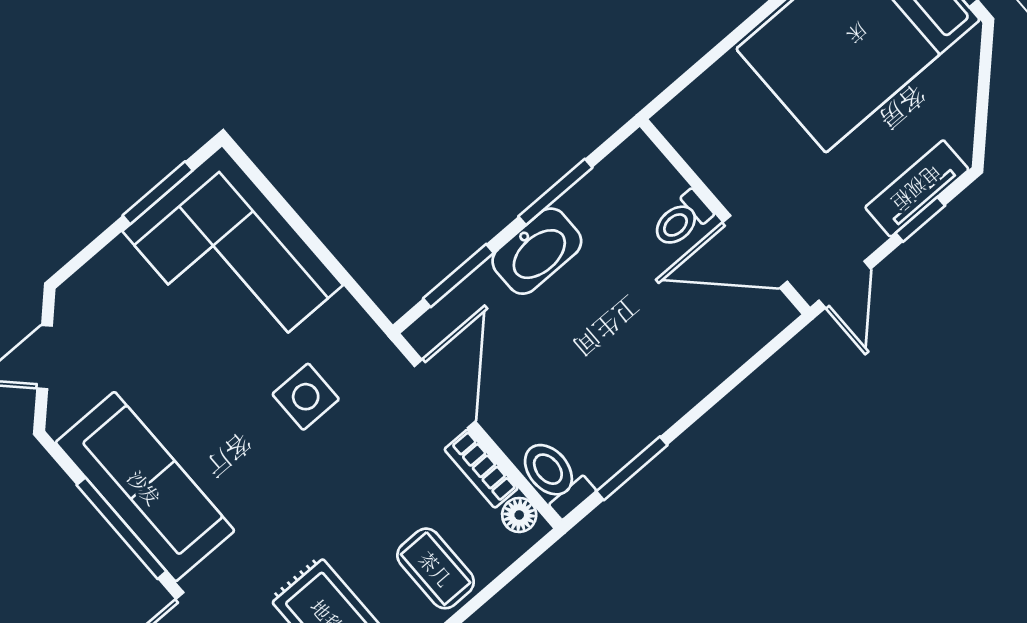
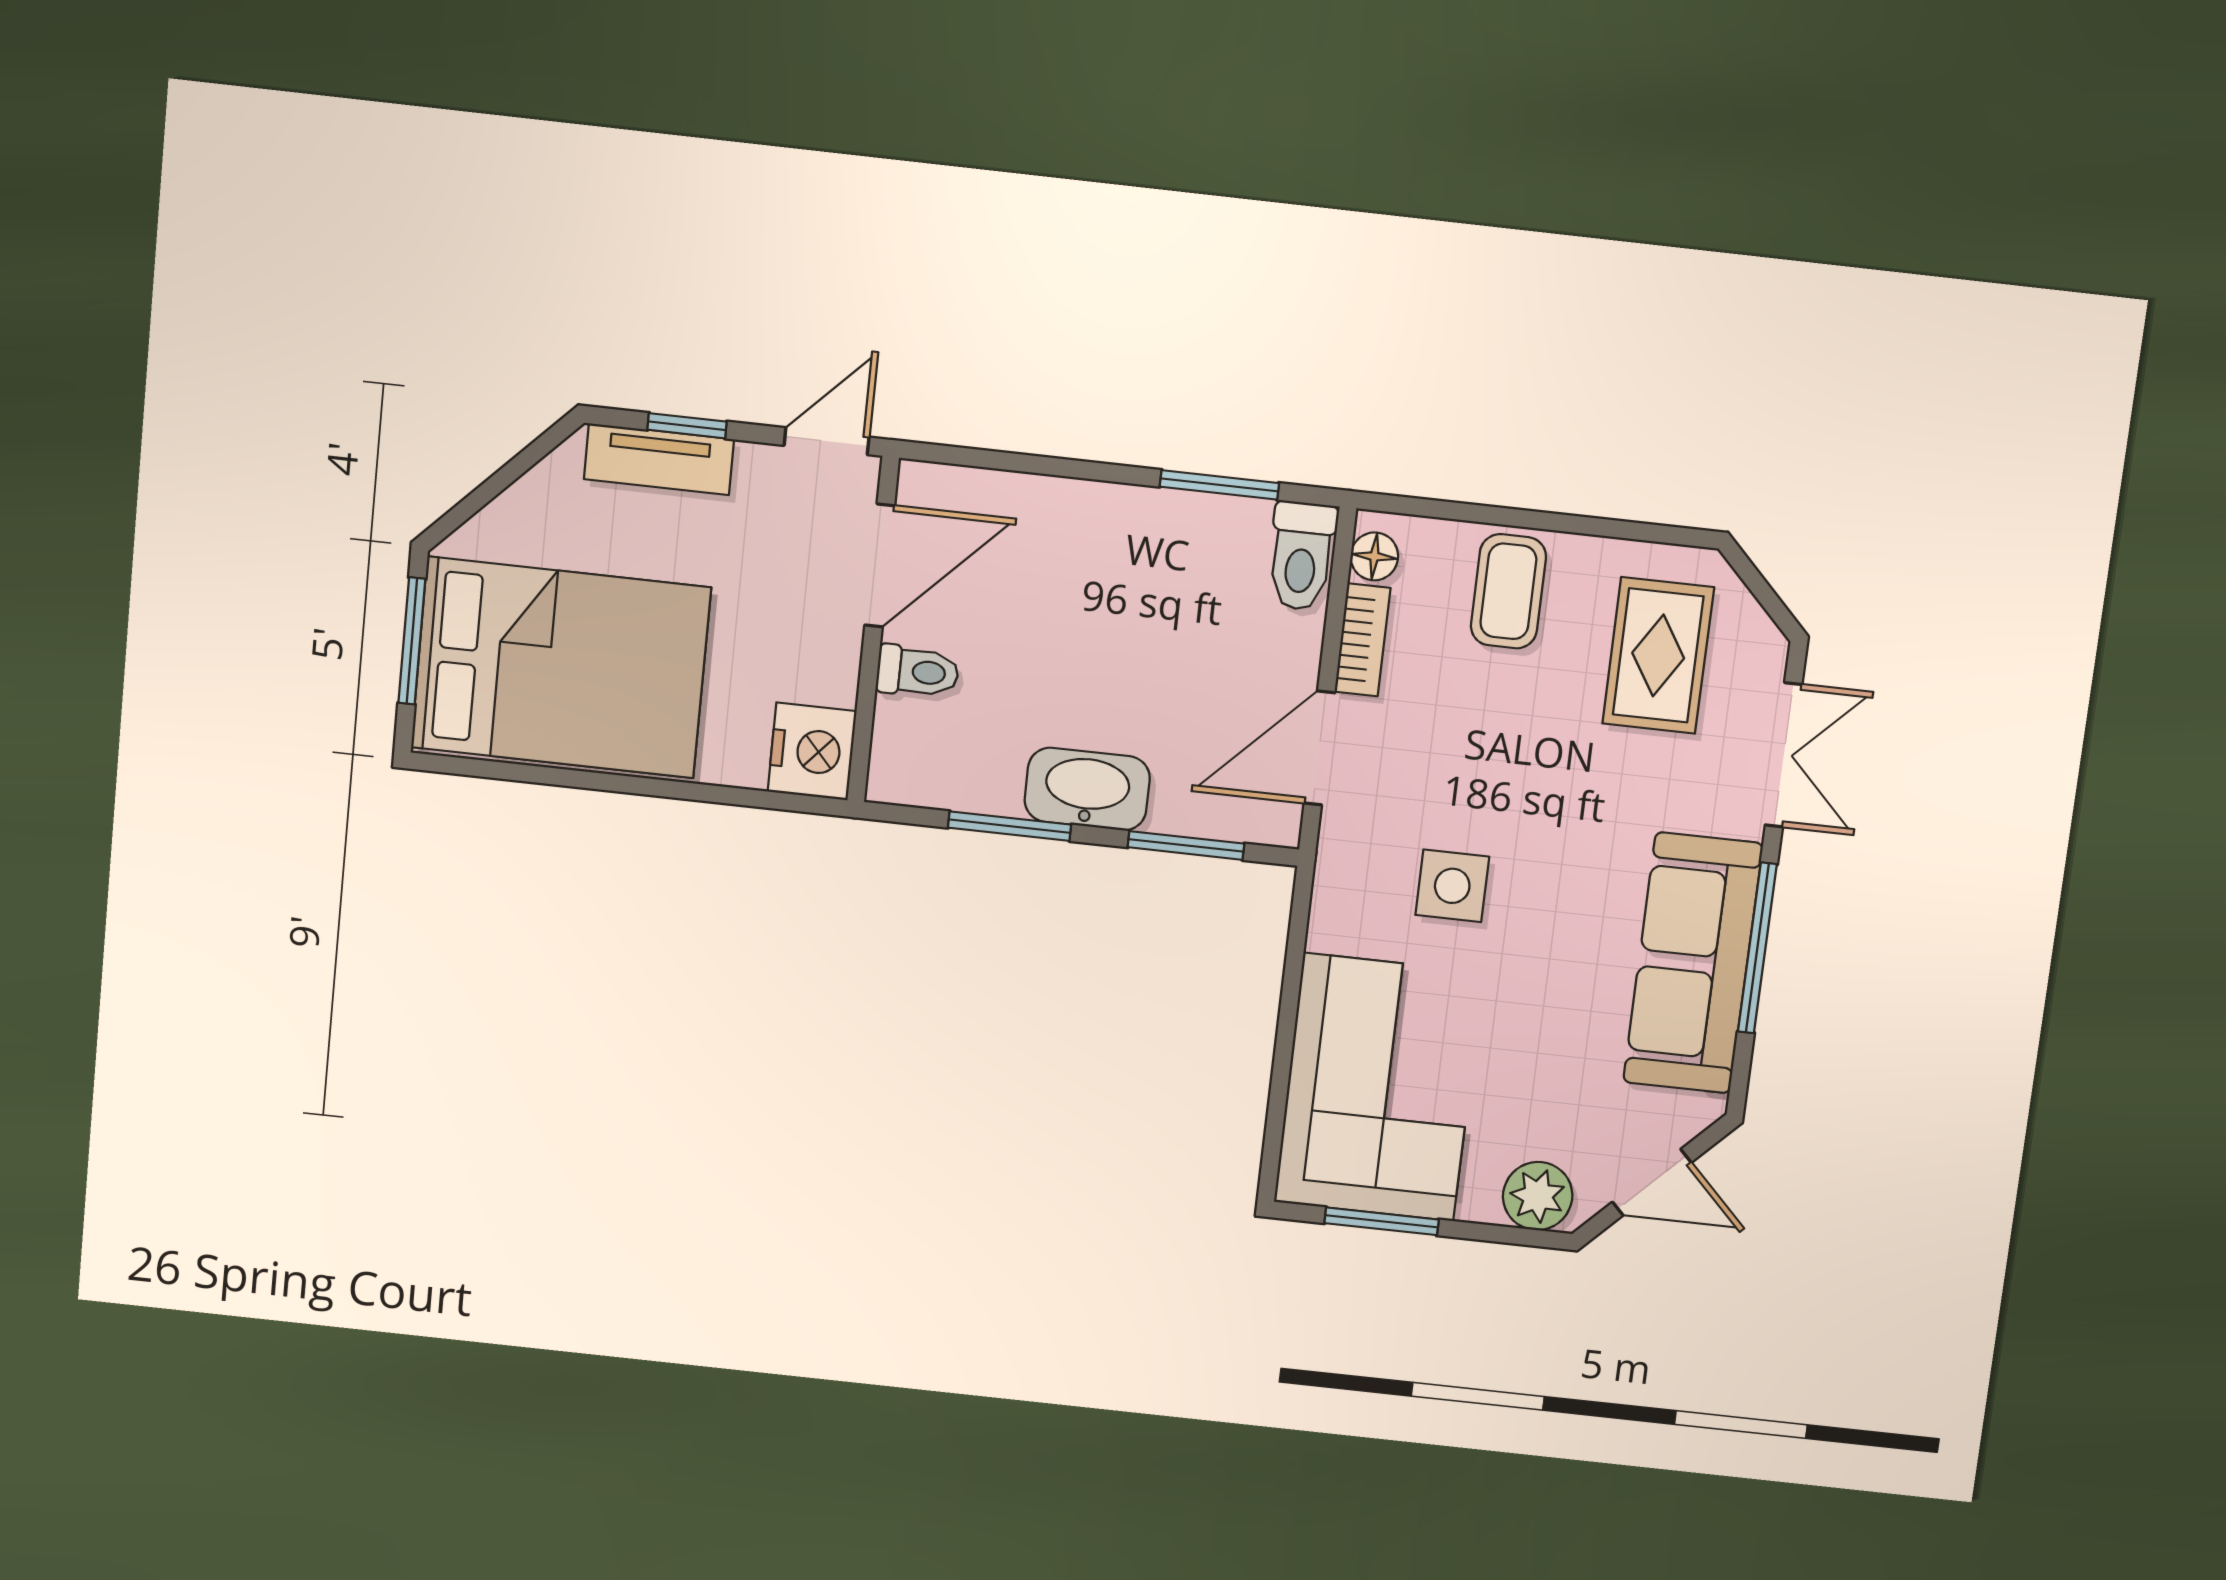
nightstand: (692, 125) -> (812, 751), added
door: (755, 252) -> (880, 565), hinge flipped
plant: (94, 289) -> (1538, 1196), added

